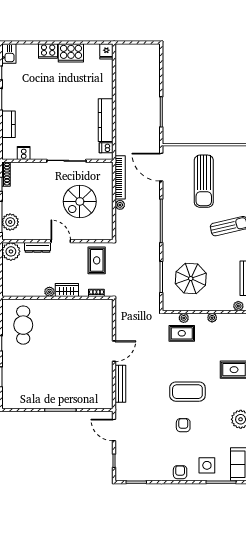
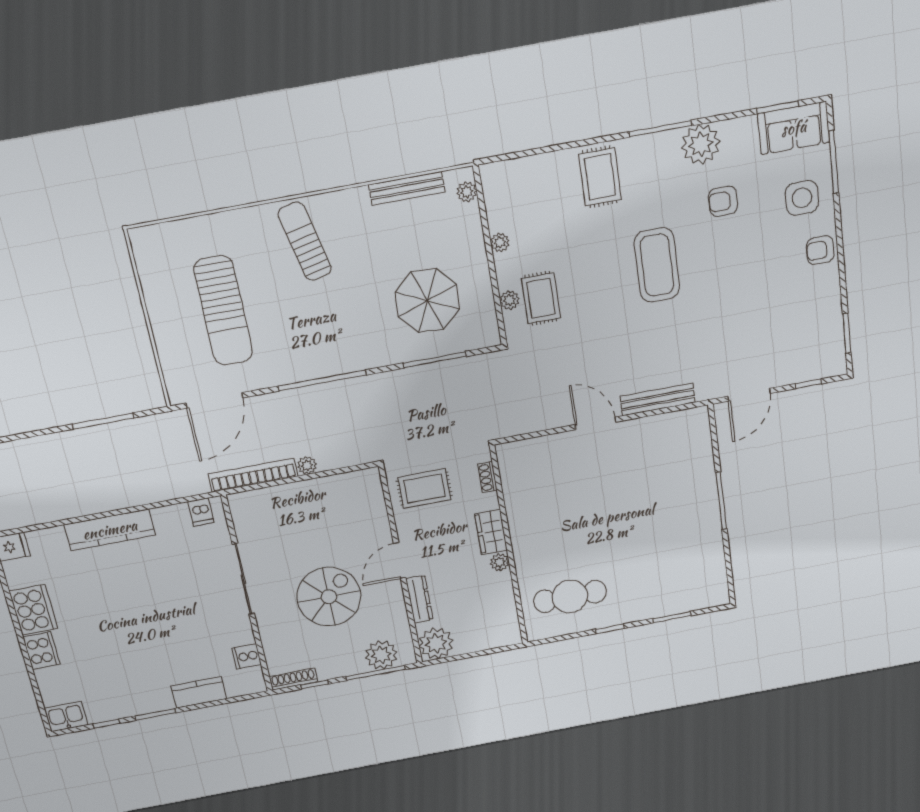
kitchen counter: (106, 120) -> (110, 530), moved
sun lounger: (204, 181) -> (223, 311), turned 90
spiral stairs: (80, 201) -> (329, 597), moved, turned -90
armchair: (183, 425) -> (723, 201), moved

